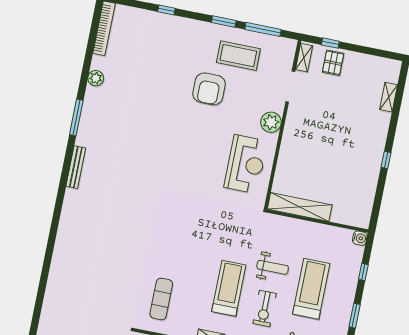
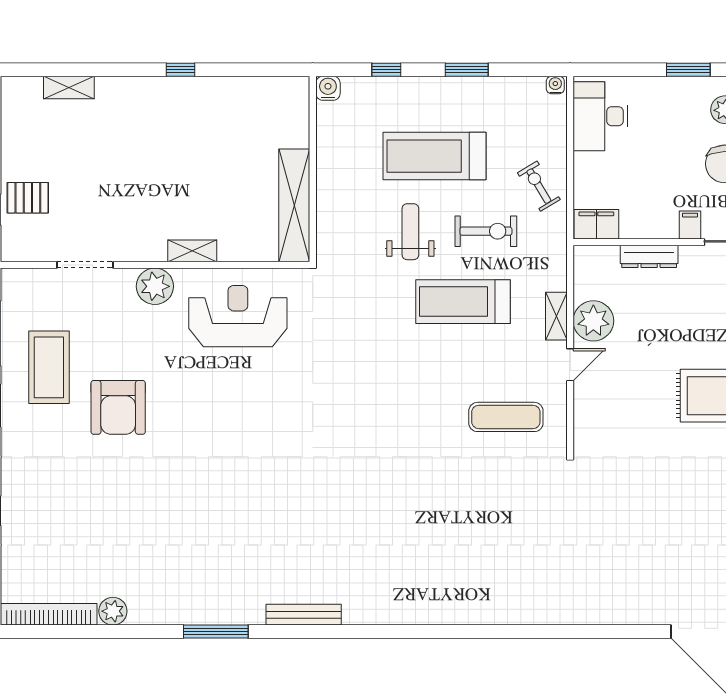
shelving: (304, 58) -> (192, 251), moved
plant: (96, 78) -> (113, 611), moved
armchair: (209, 89) -> (118, 407), turned 90

